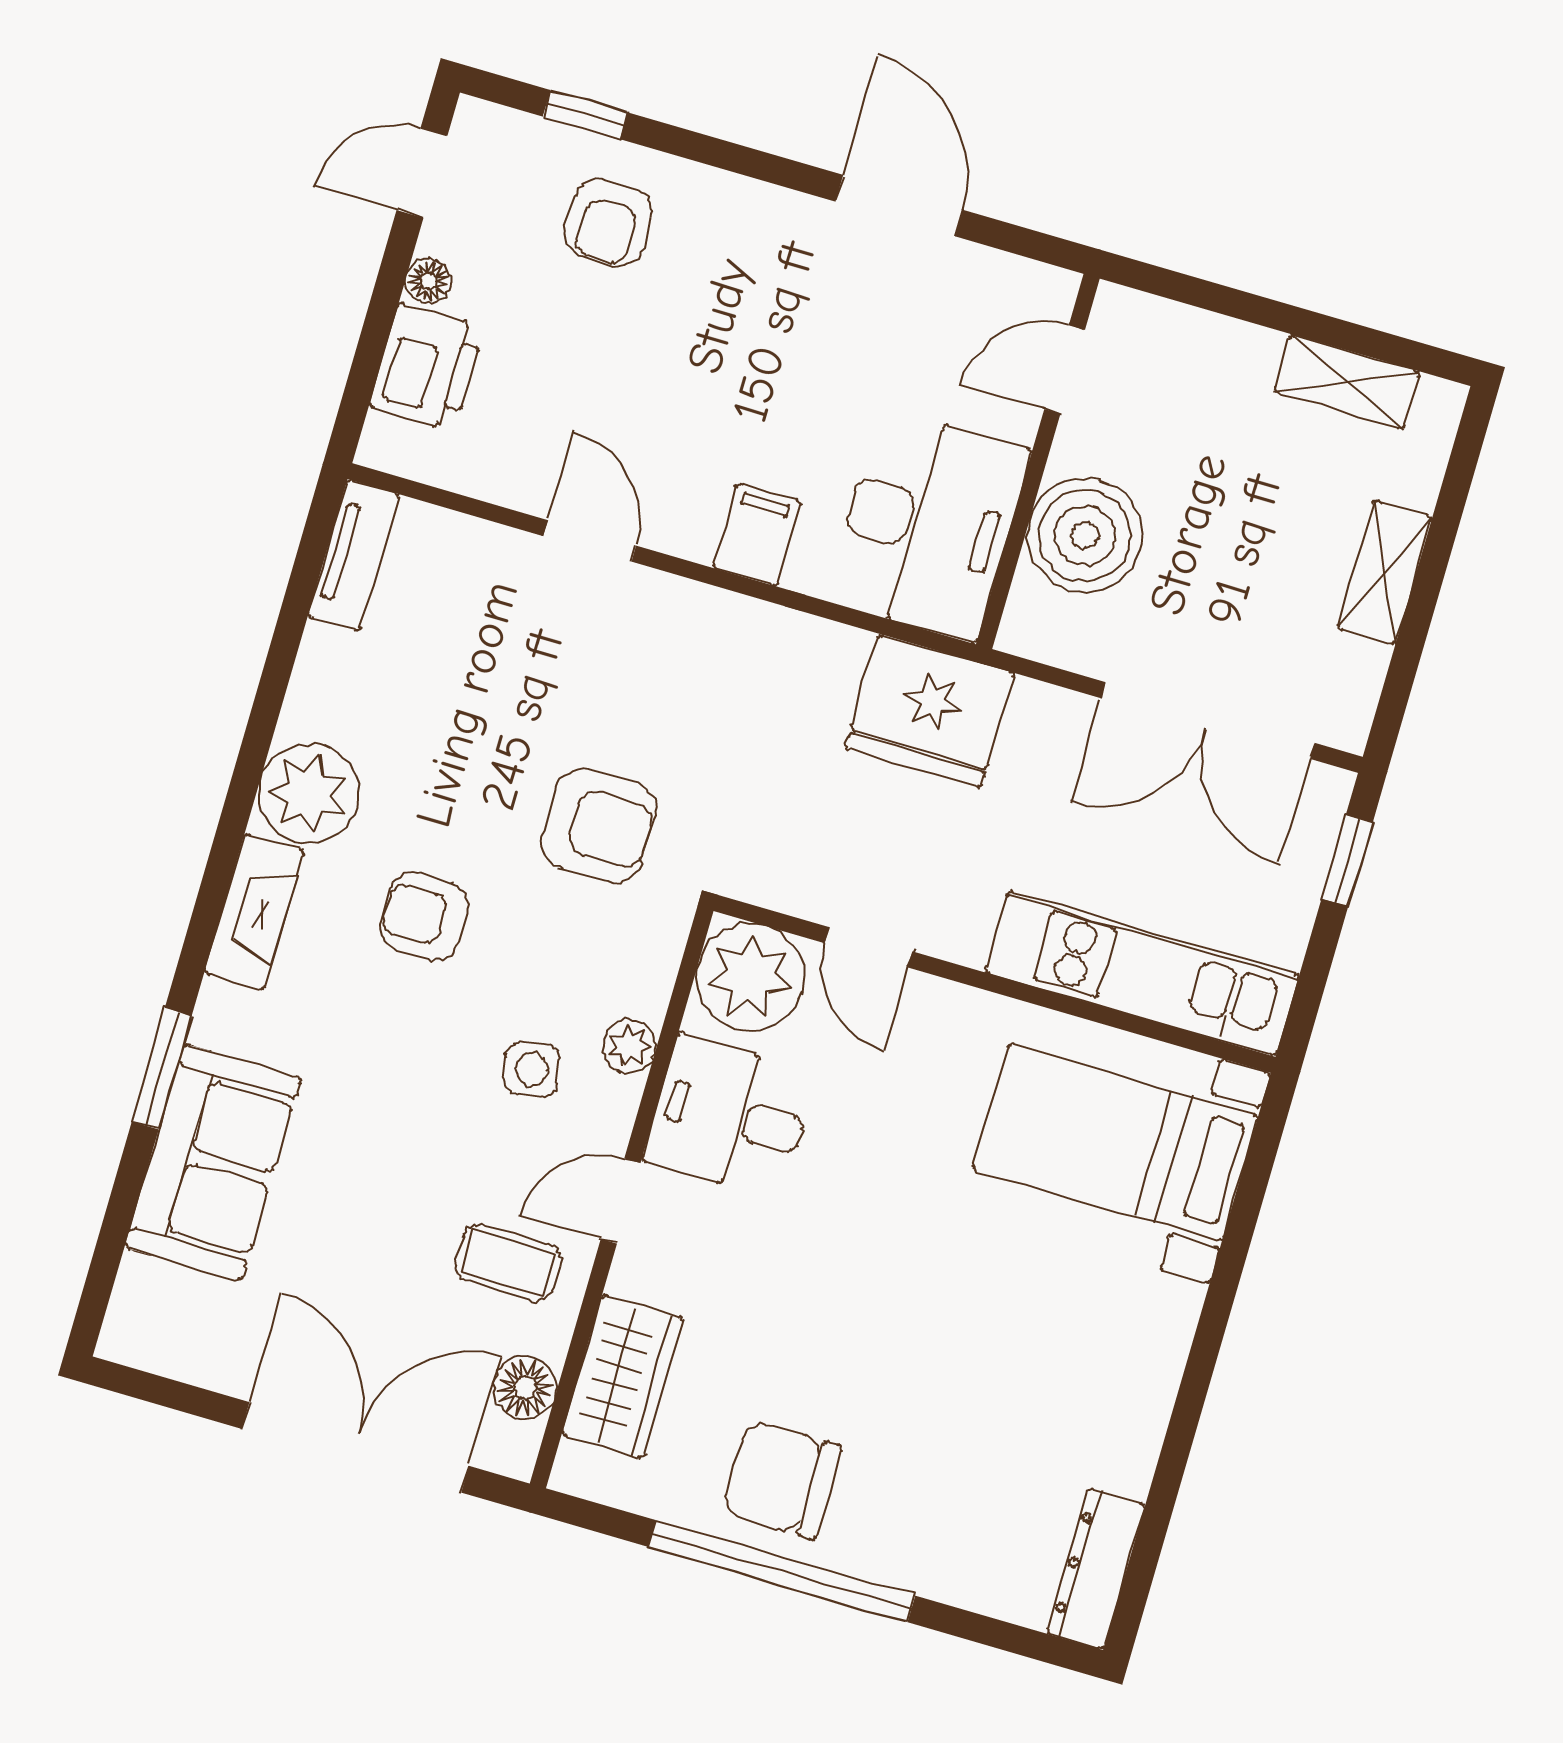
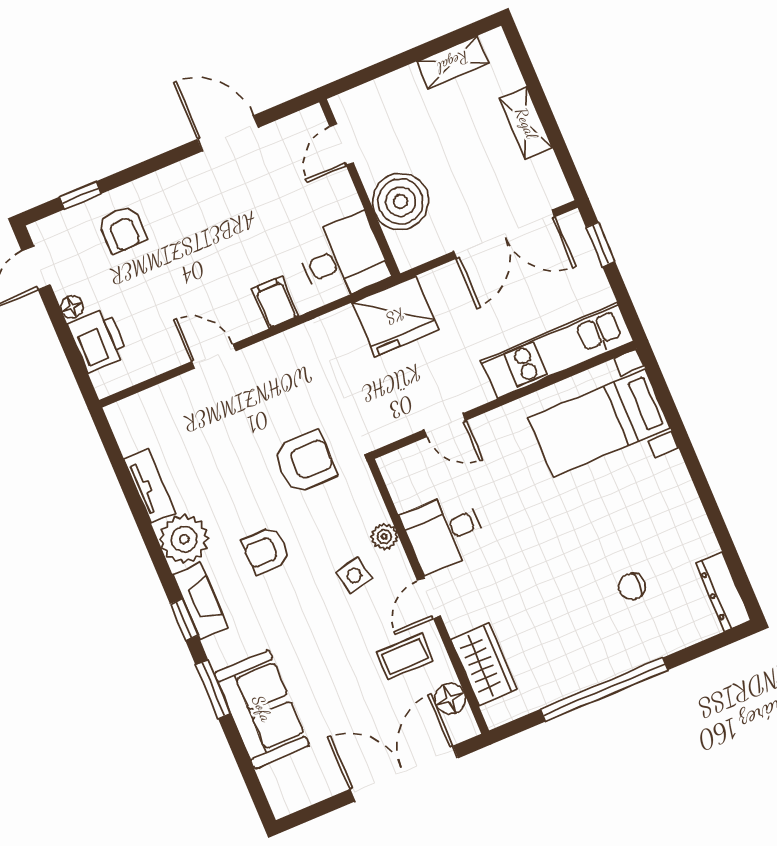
desk: (928, 525) -> (343, 258), width x0.73
tv unit: (354, 556) -> (150, 486), moved
window: (205, 921) -> (184, 620), added
plant: (750, 977) -> (409, 473), removed
chair: (782, 1479) -> (632, 587), moved, width x0.54, depth x0.54

